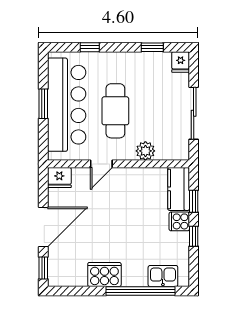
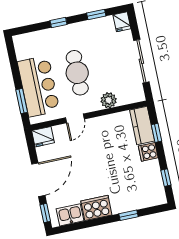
window: (90, 47) -> (58, 23), moved
window: (43, 104) -> (22, 101), moved
bar counter: (67, 105) -> (39, 86), width x0.73
window: (194, 236) -> (166, 178), moved
kitchen sink: (163, 276) -> (70, 215), moved
window: (140, 291) -> (129, 215), width x0.32

